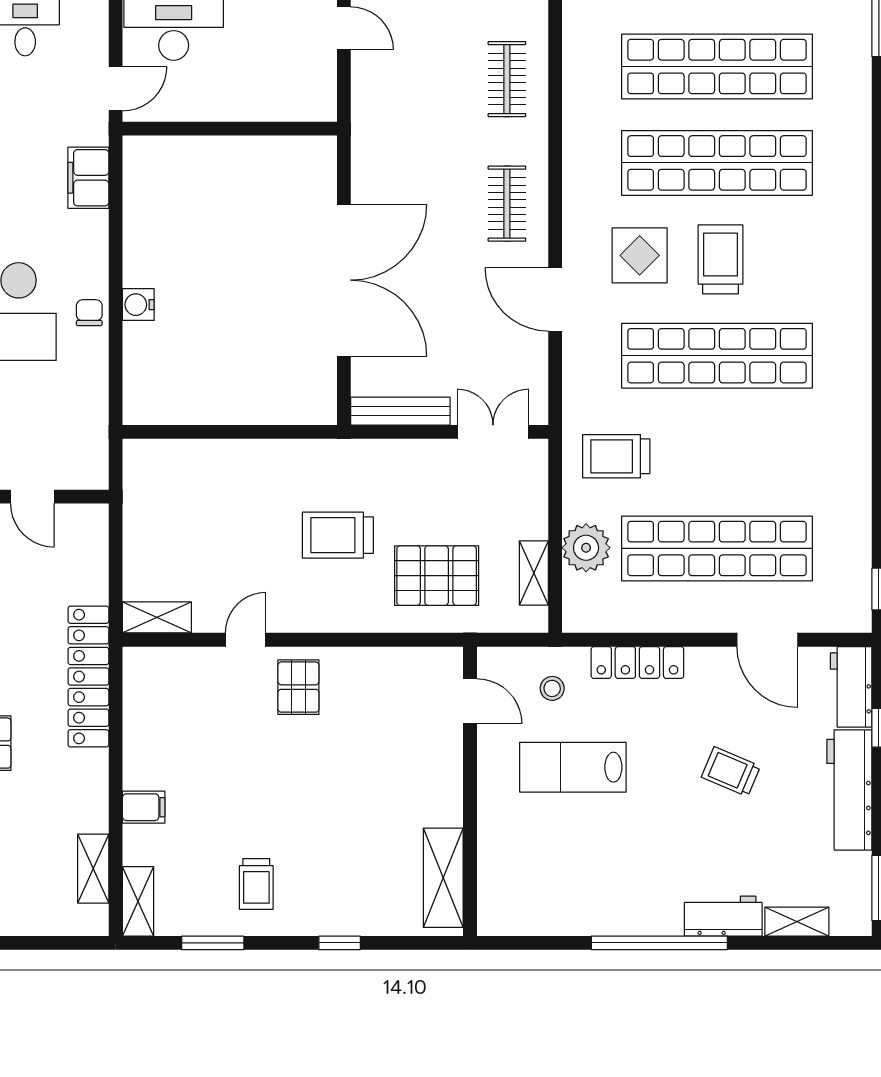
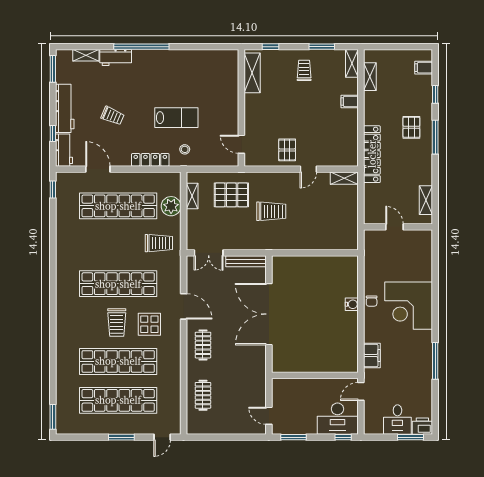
door: (470, 701) -> (241, 144), moved
wall: (470, 791) -> (241, 108), moved
shelving: (443, 878) -> (252, 73), moved

